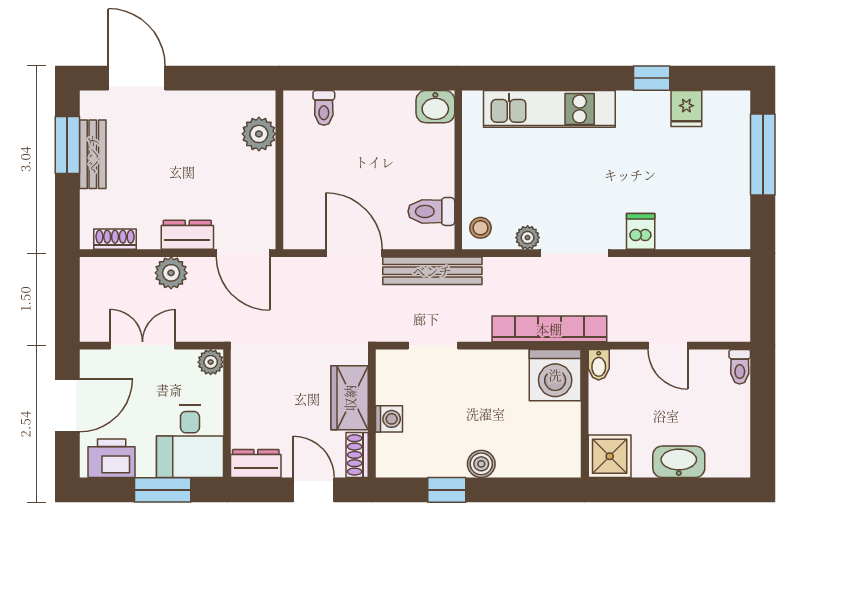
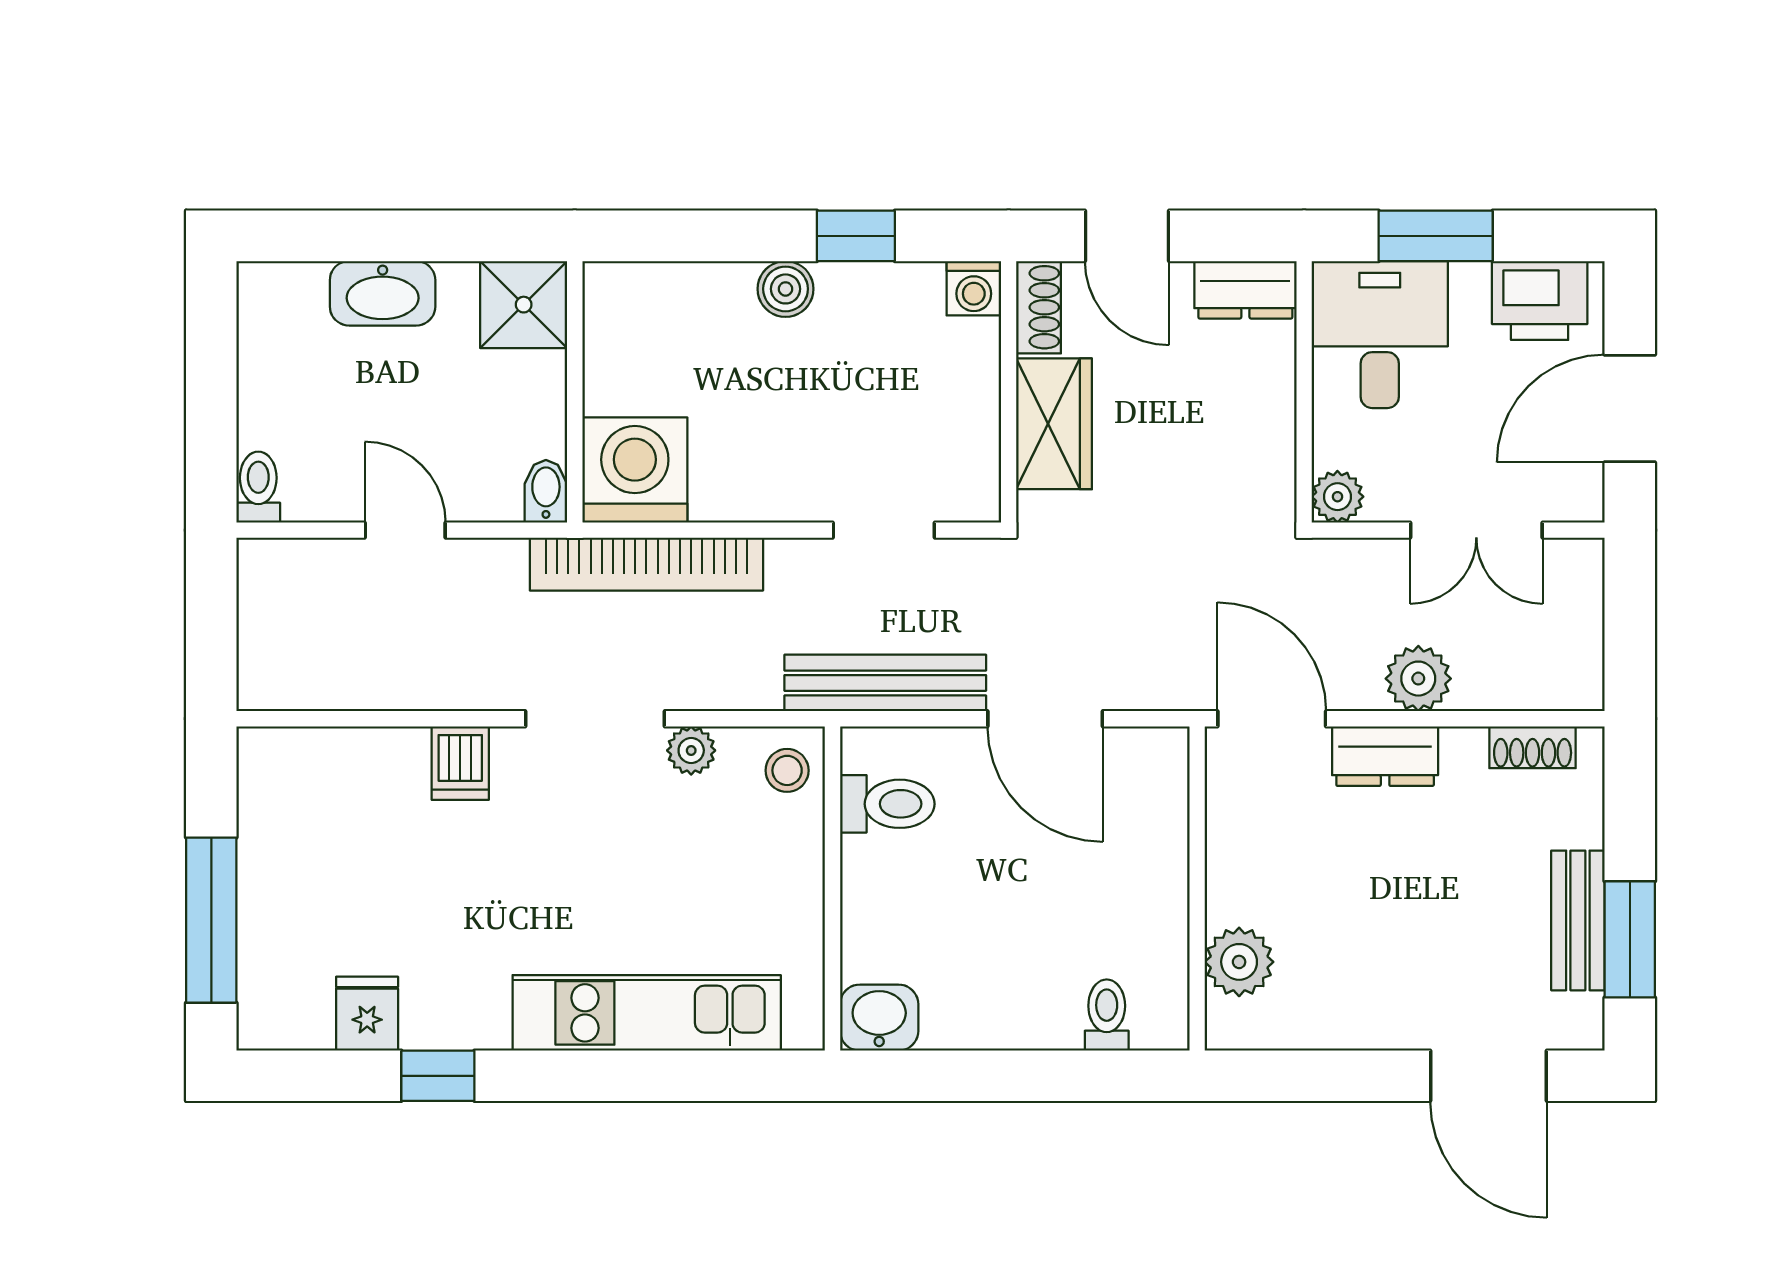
washing machine: (389, 419) -> (974, 288), moved, turned -90

